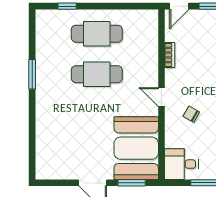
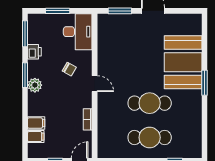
window: (32, 74) -> (205, 83), moved
booth: (136, 148) -> (183, 62), moved
desk: (181, 164) -> (78, 32), width x1.37

